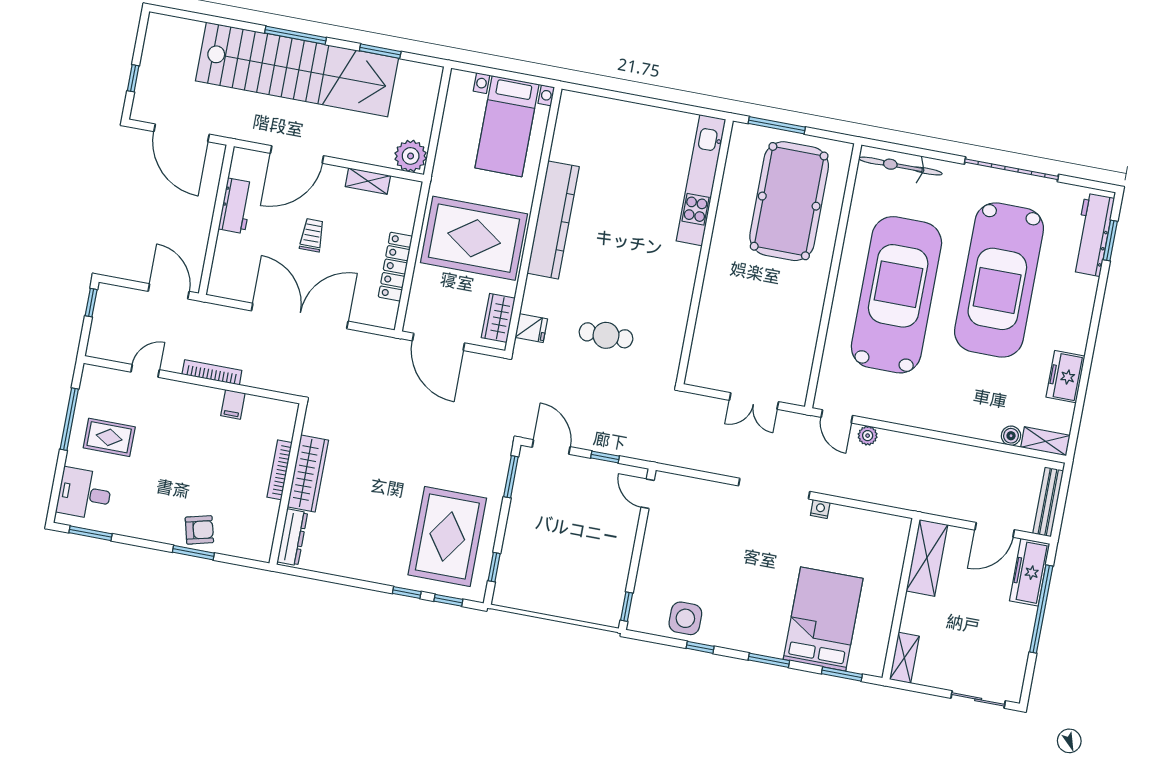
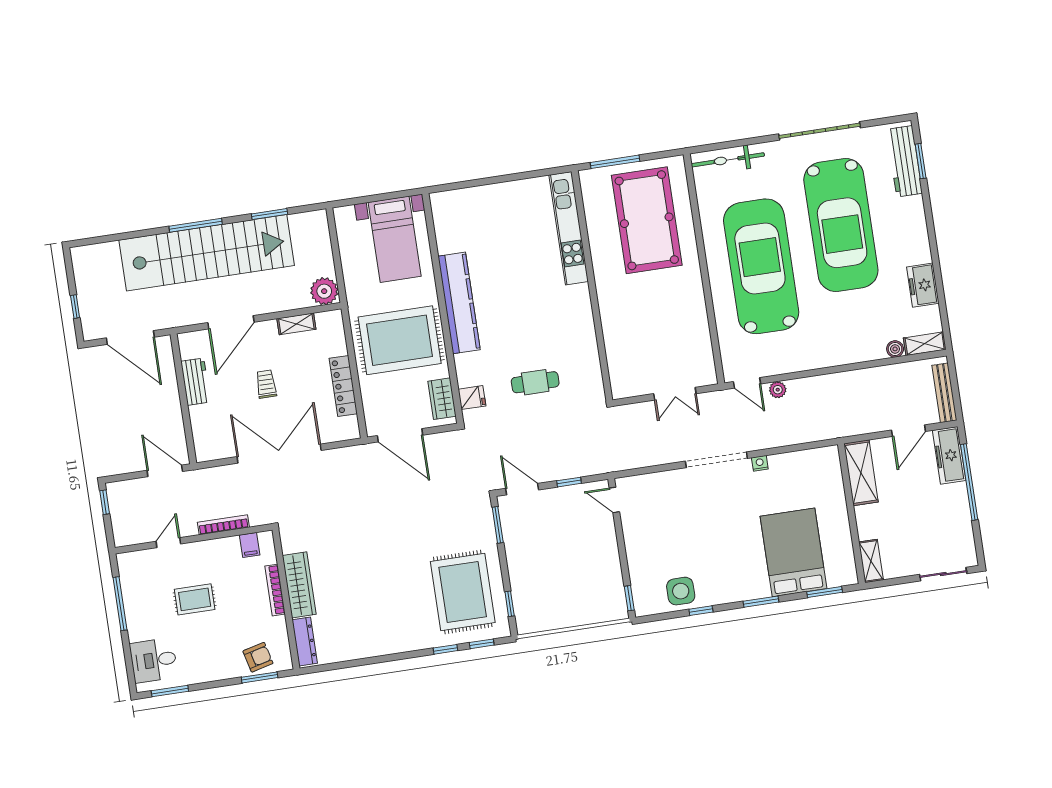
rug: (109, 437) -> (195, 599), moved
bookcase: (280, 470) -> (275, 590), moved
wardrobe: (308, 473) -> (299, 585), moved
wall: (288, 484) -> (286, 599), moved
dresser: (292, 537) -> (305, 641), moved

